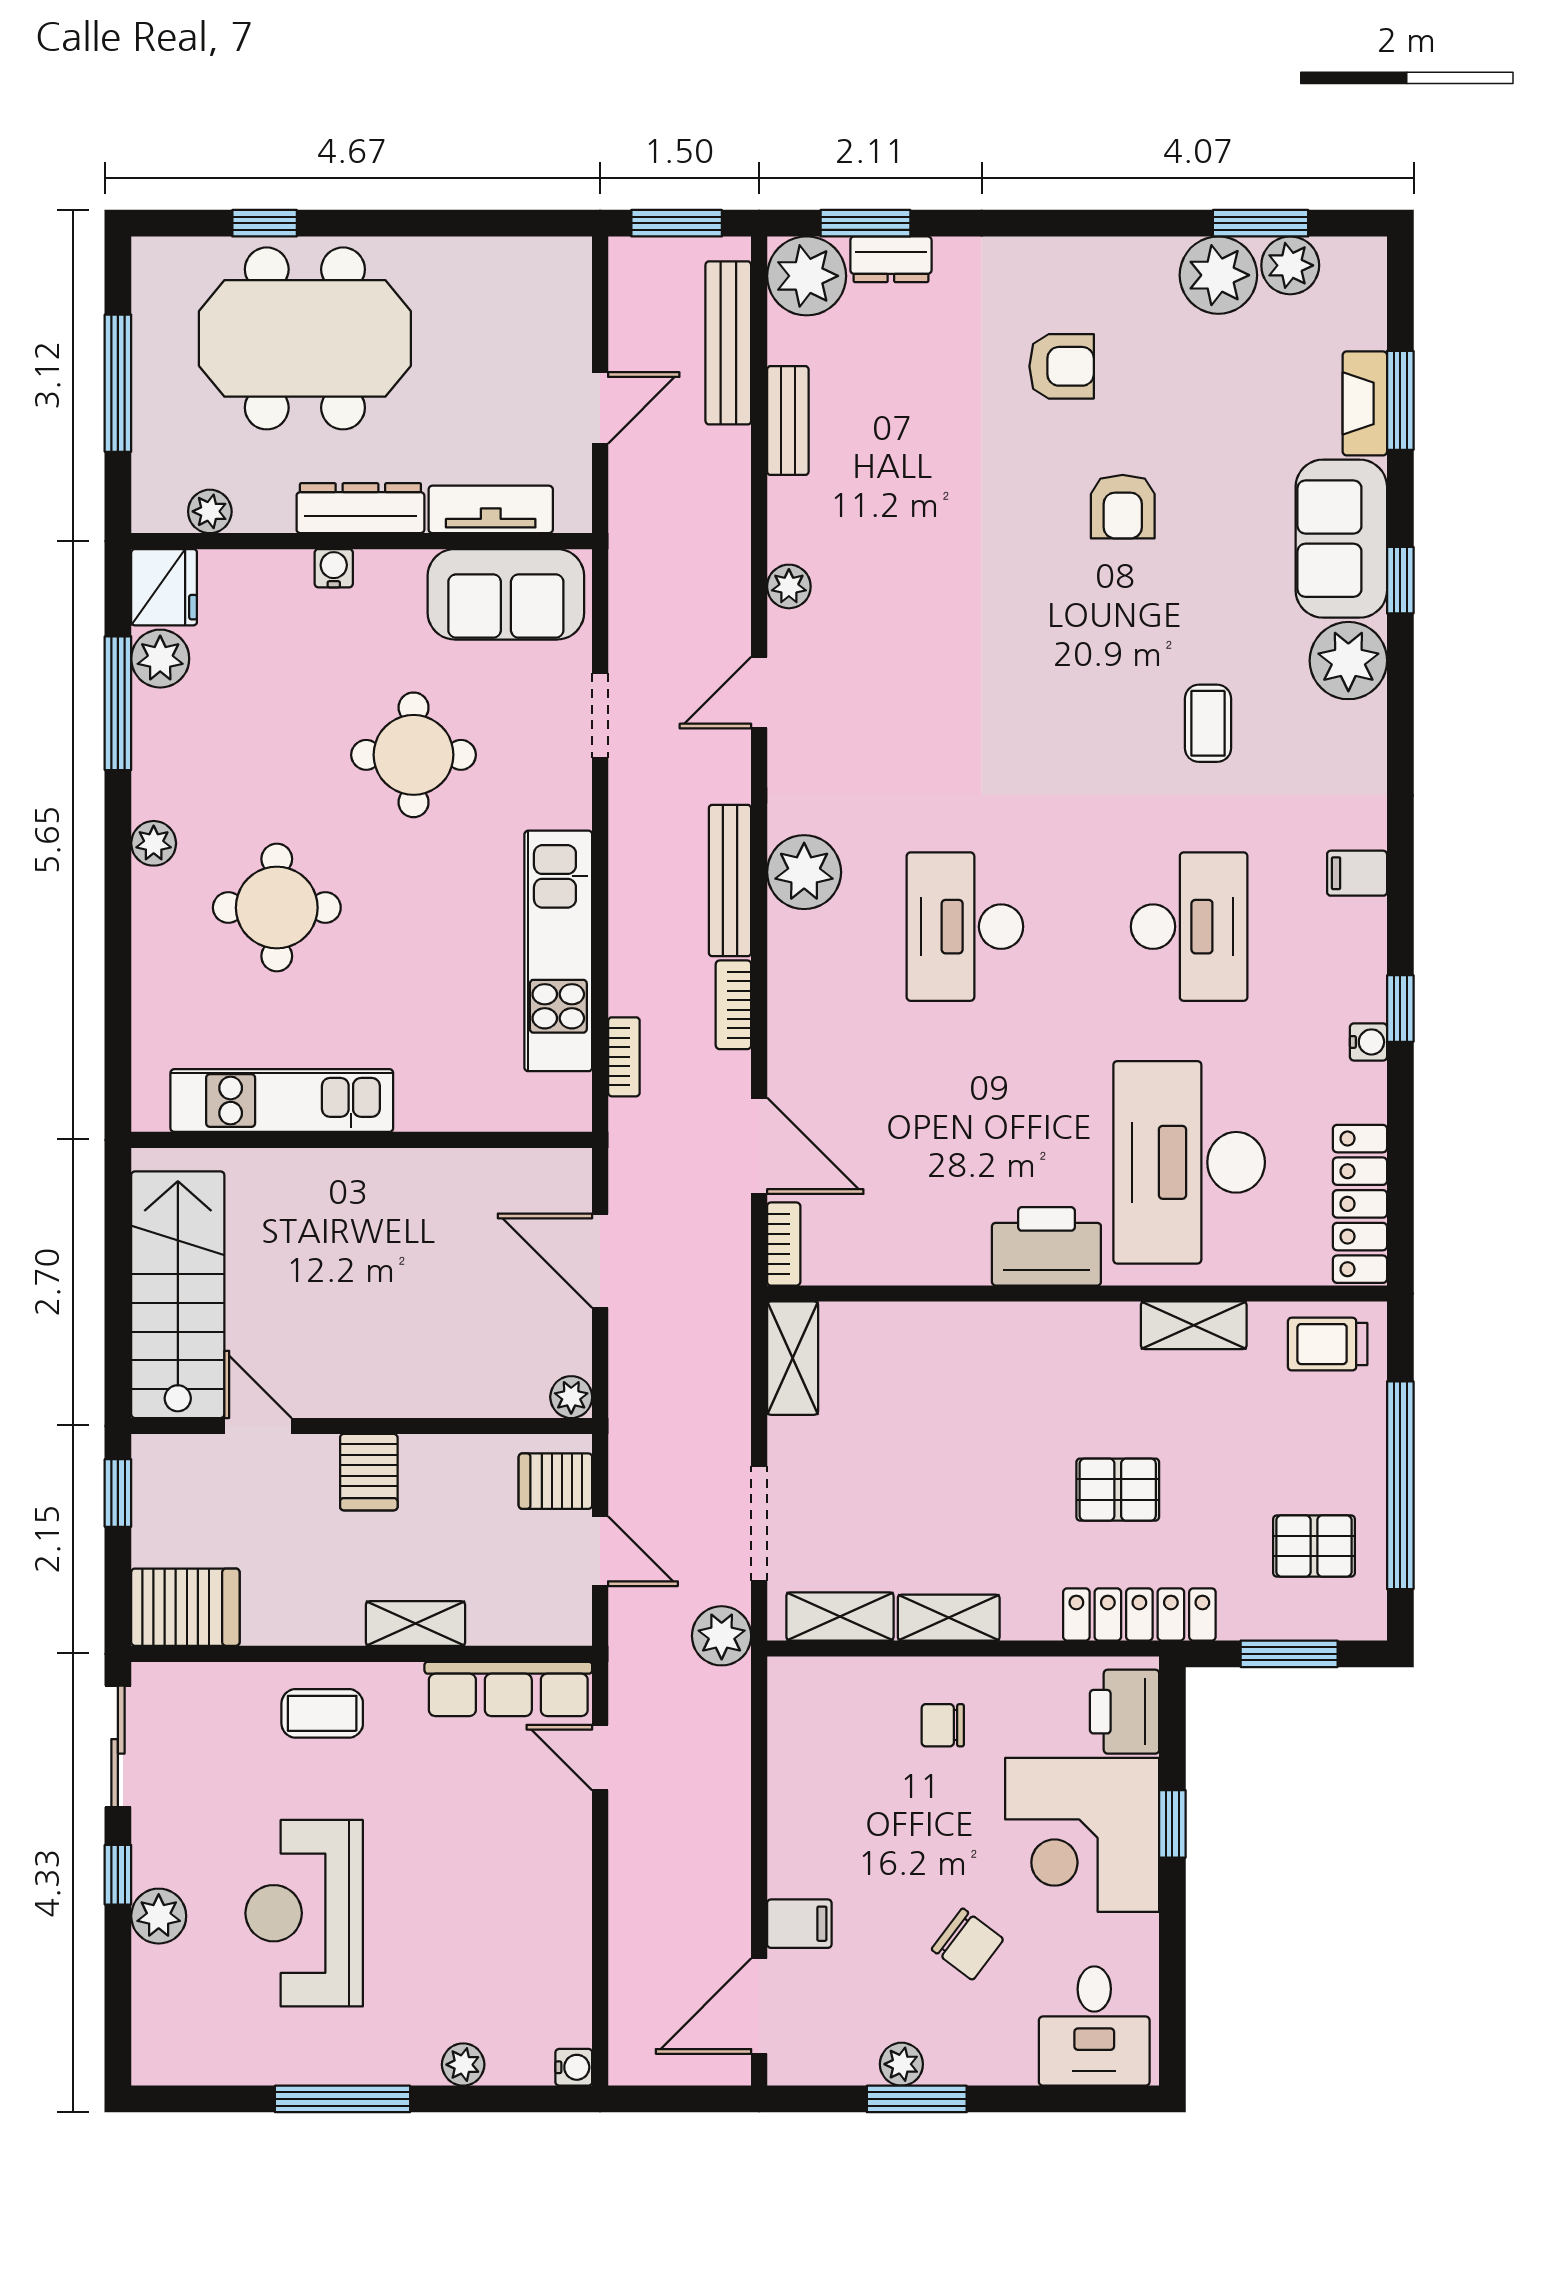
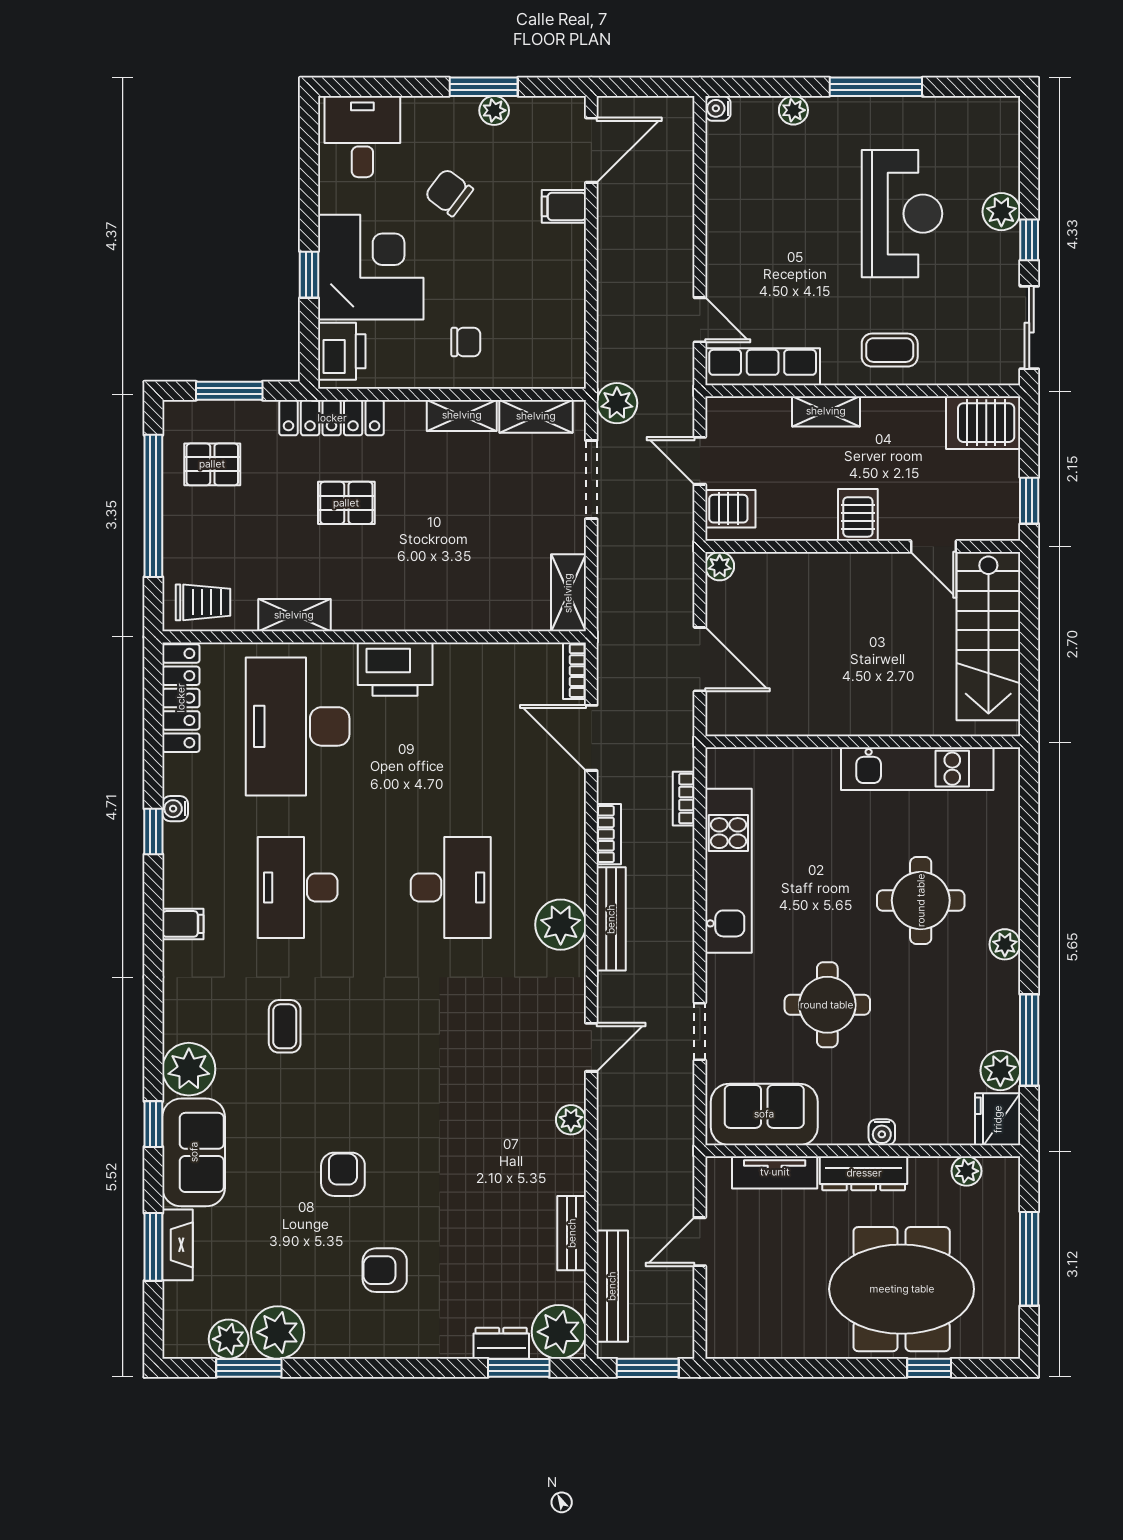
desk: (1189, 1162) -> (298, 726), turned 180

